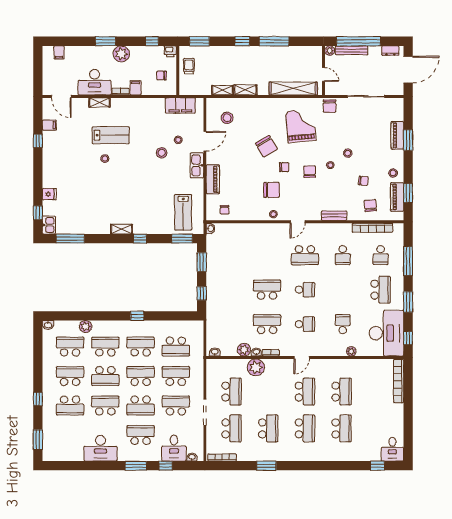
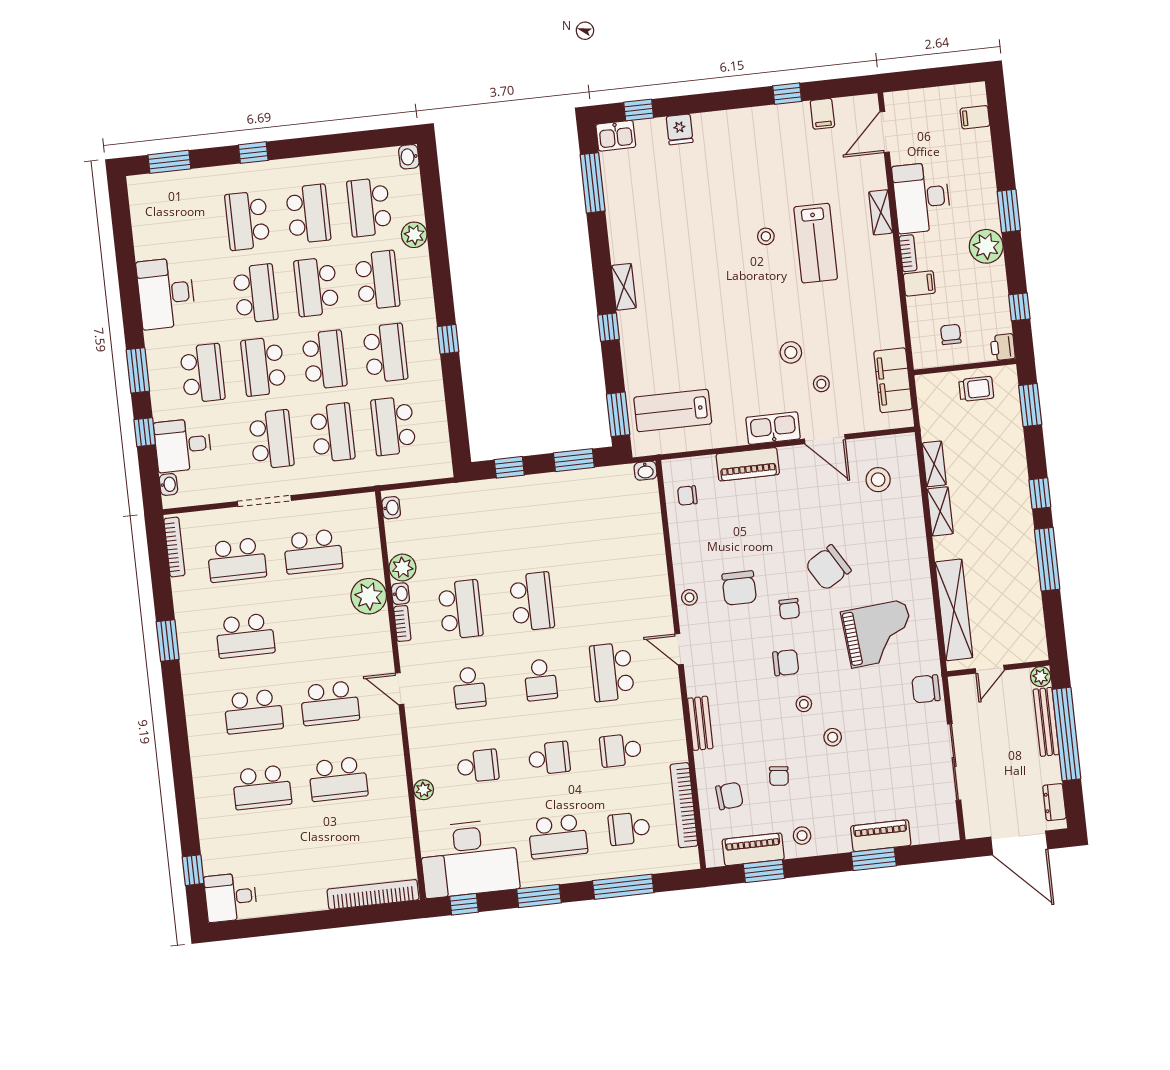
school desk: (343, 290) -> (549, 758), added
school desk: (70, 347) -> (369, 207), turned 180

